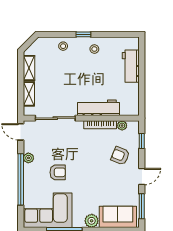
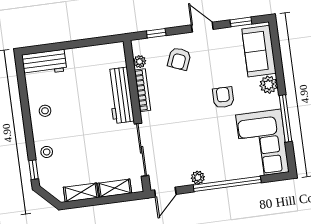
window: (83, 34) -> (34, 170), moved
workbench: (131, 66) -> (44, 63), moved
armchair: (58, 172) -> (223, 97), moved
window: (142, 206) -> (241, 22), width x0.67

